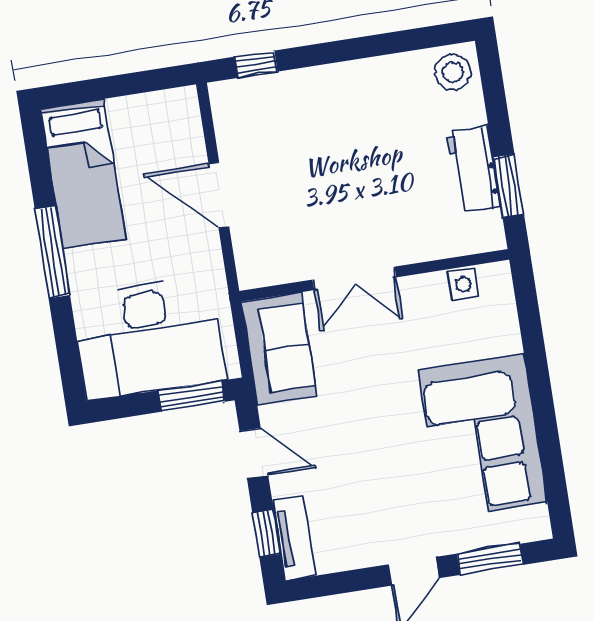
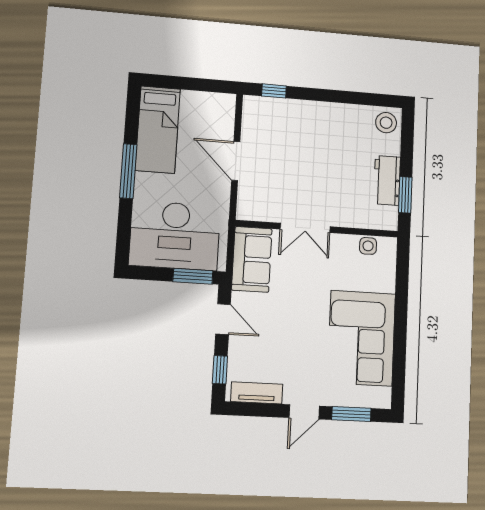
tv unit: (294, 537) -> (257, 393), moved, turned -90

